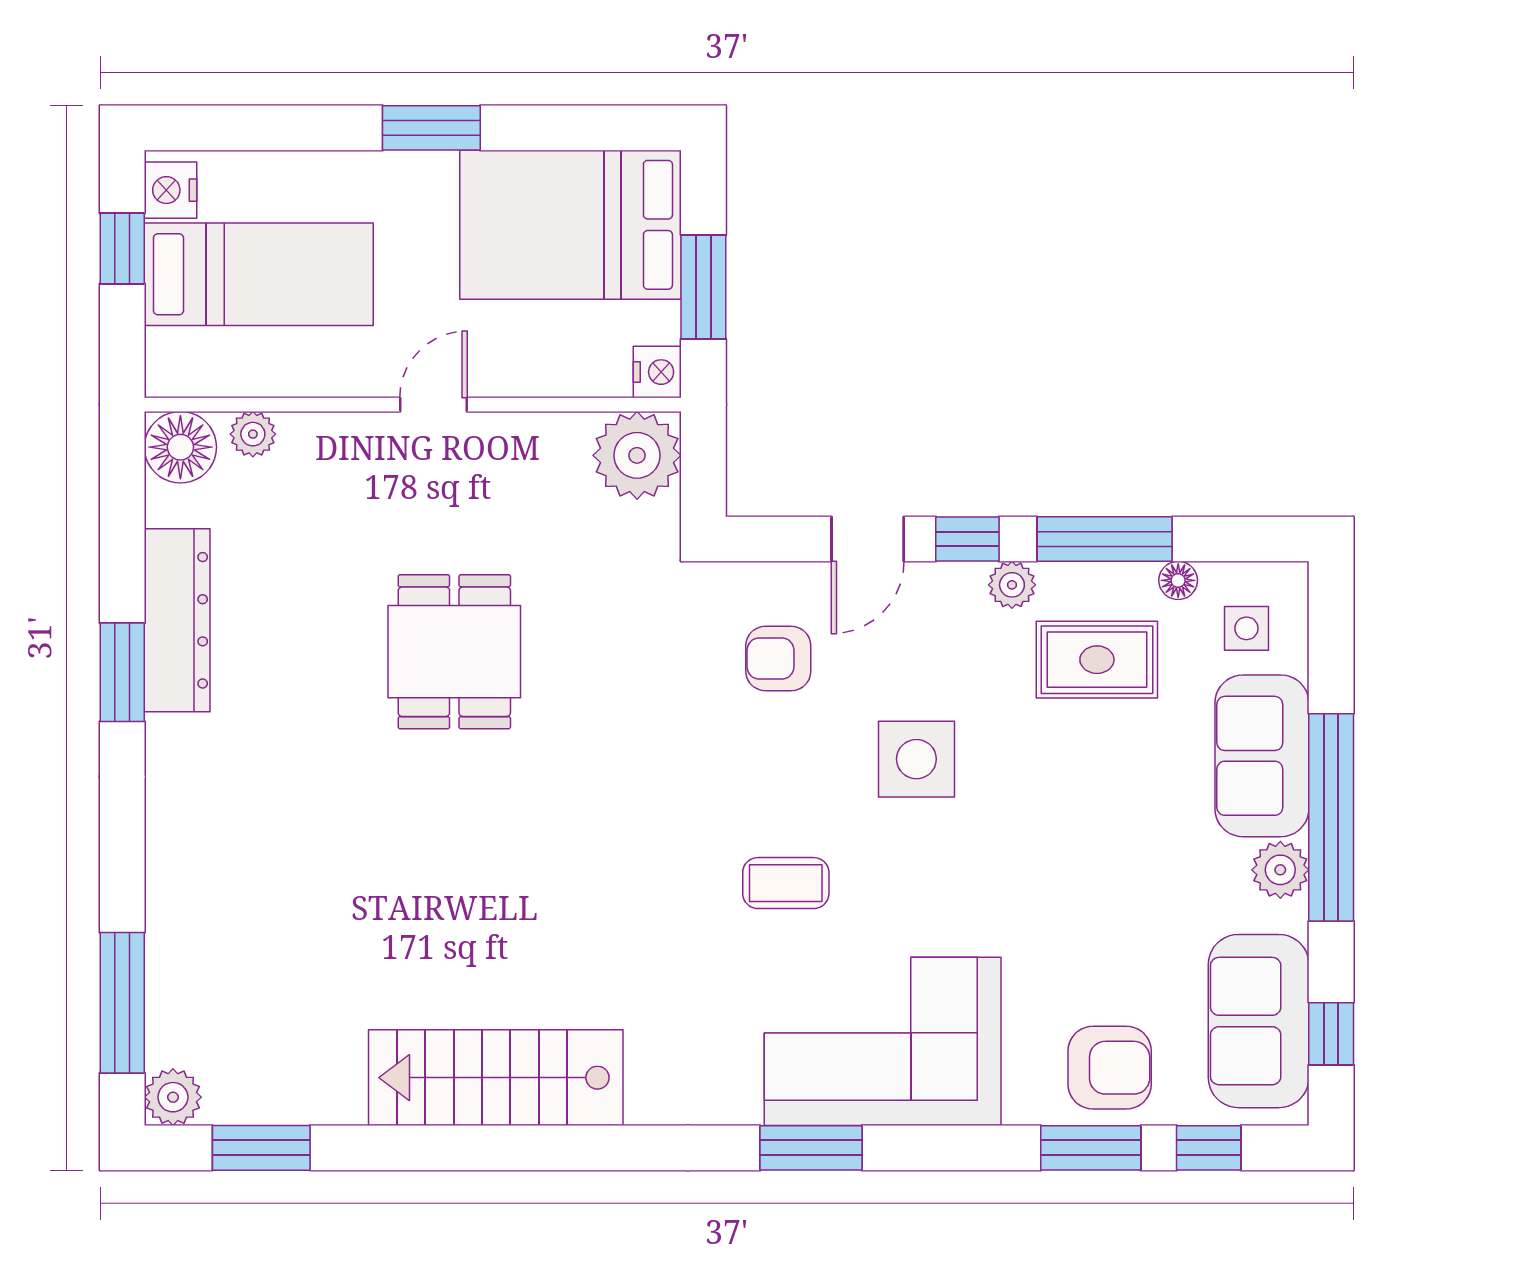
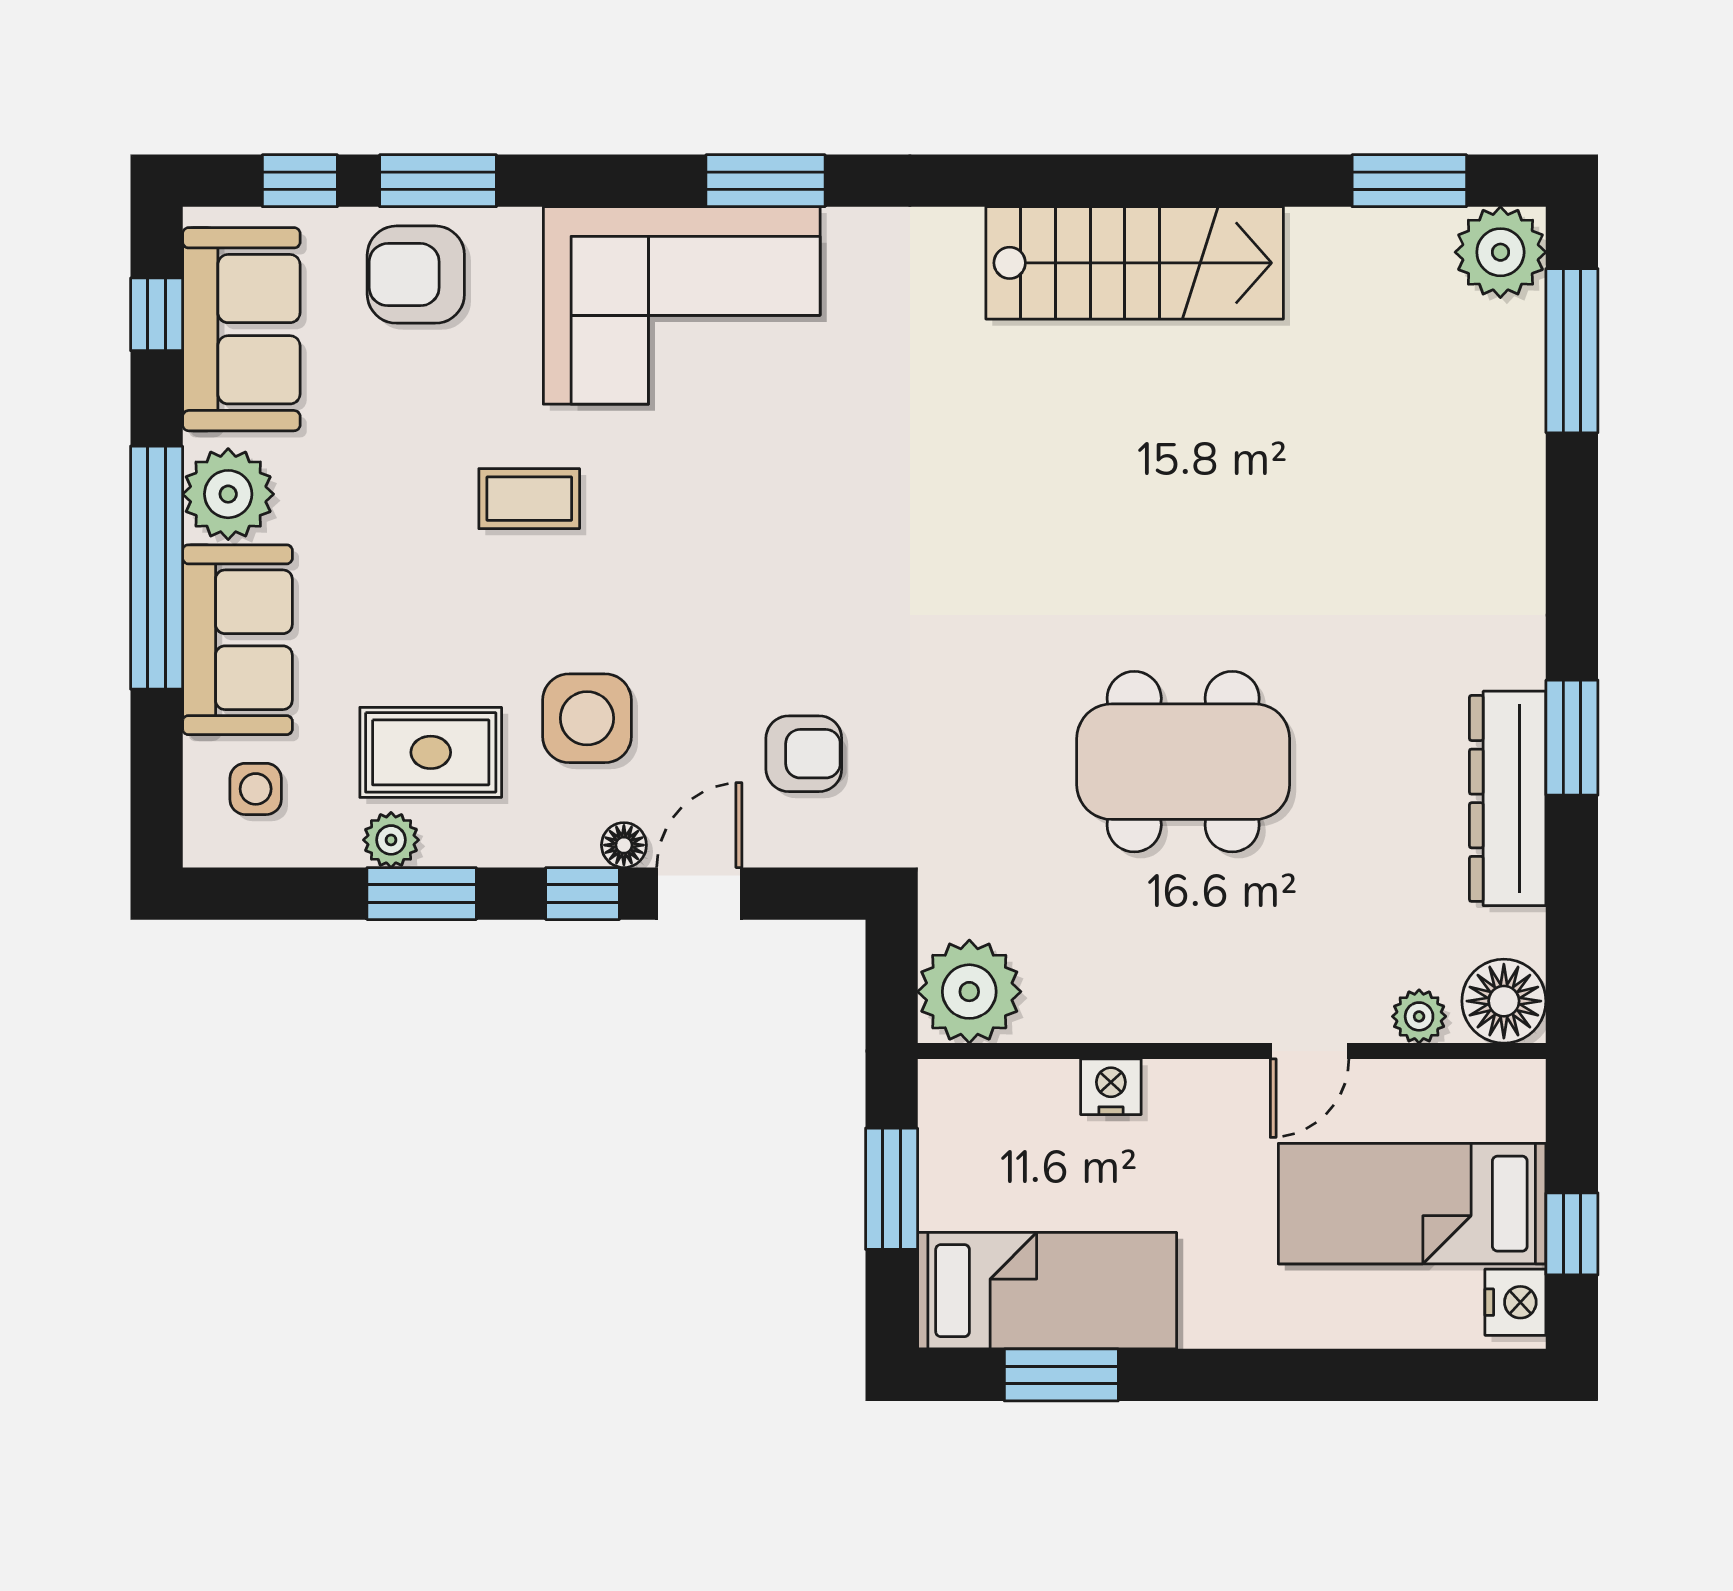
window: (431, 128) -> (1061, 1375), moved
bed: (571, 225) -> (1047, 1291), width x0.67
nightstand: (657, 372) -> (1111, 1087), moved, turned 90
door: (433, 405) -> (1310, 1051), moved
window: (1105, 539) -> (422, 894), width x0.69
floor lamp: (1178, 580) -> (624, 845), moved
plant: (1012, 585) -> (391, 840), moved
dining table: (454, 652) -> (1183, 762), width x1.38
side table: (916, 759) -> (587, 718), moved
plant: (1280, 870) -> (228, 494), width x1.36, depth x1.36
coffee table: (786, 883) -> (529, 499), moved
plant: (173, 1097) -> (1500, 252), width x1.36, depth x1.36

